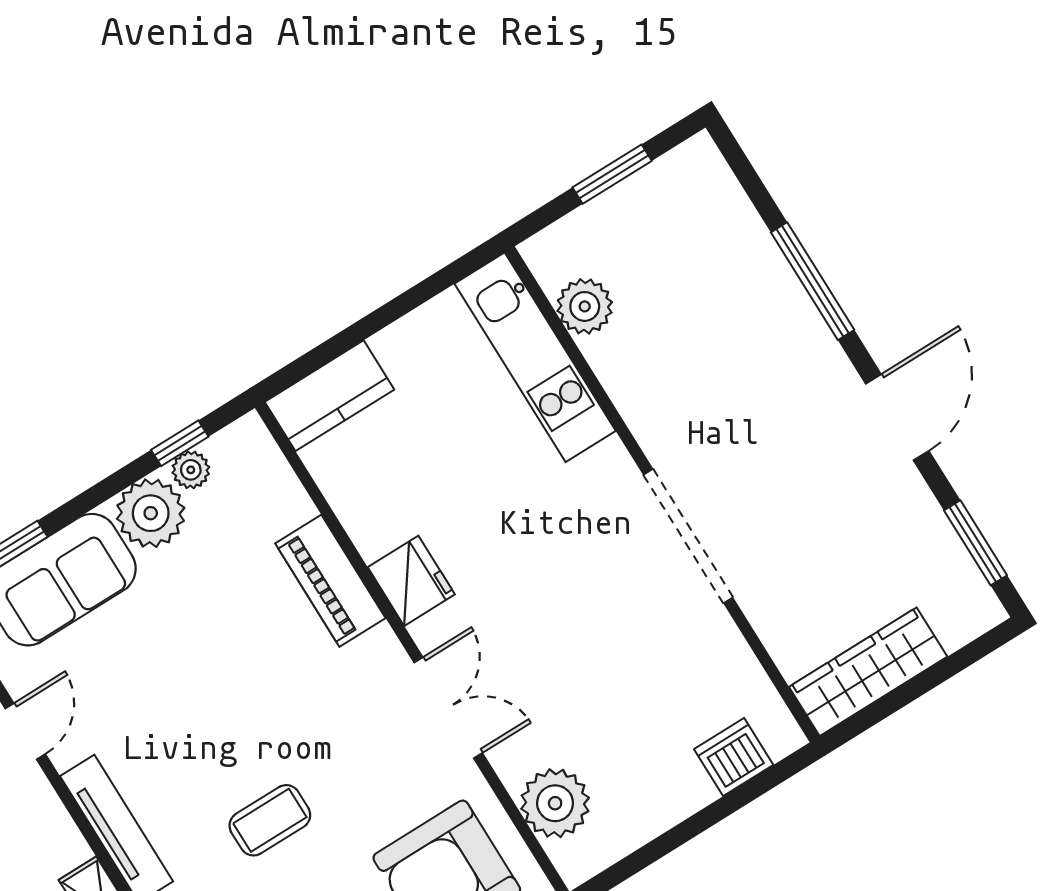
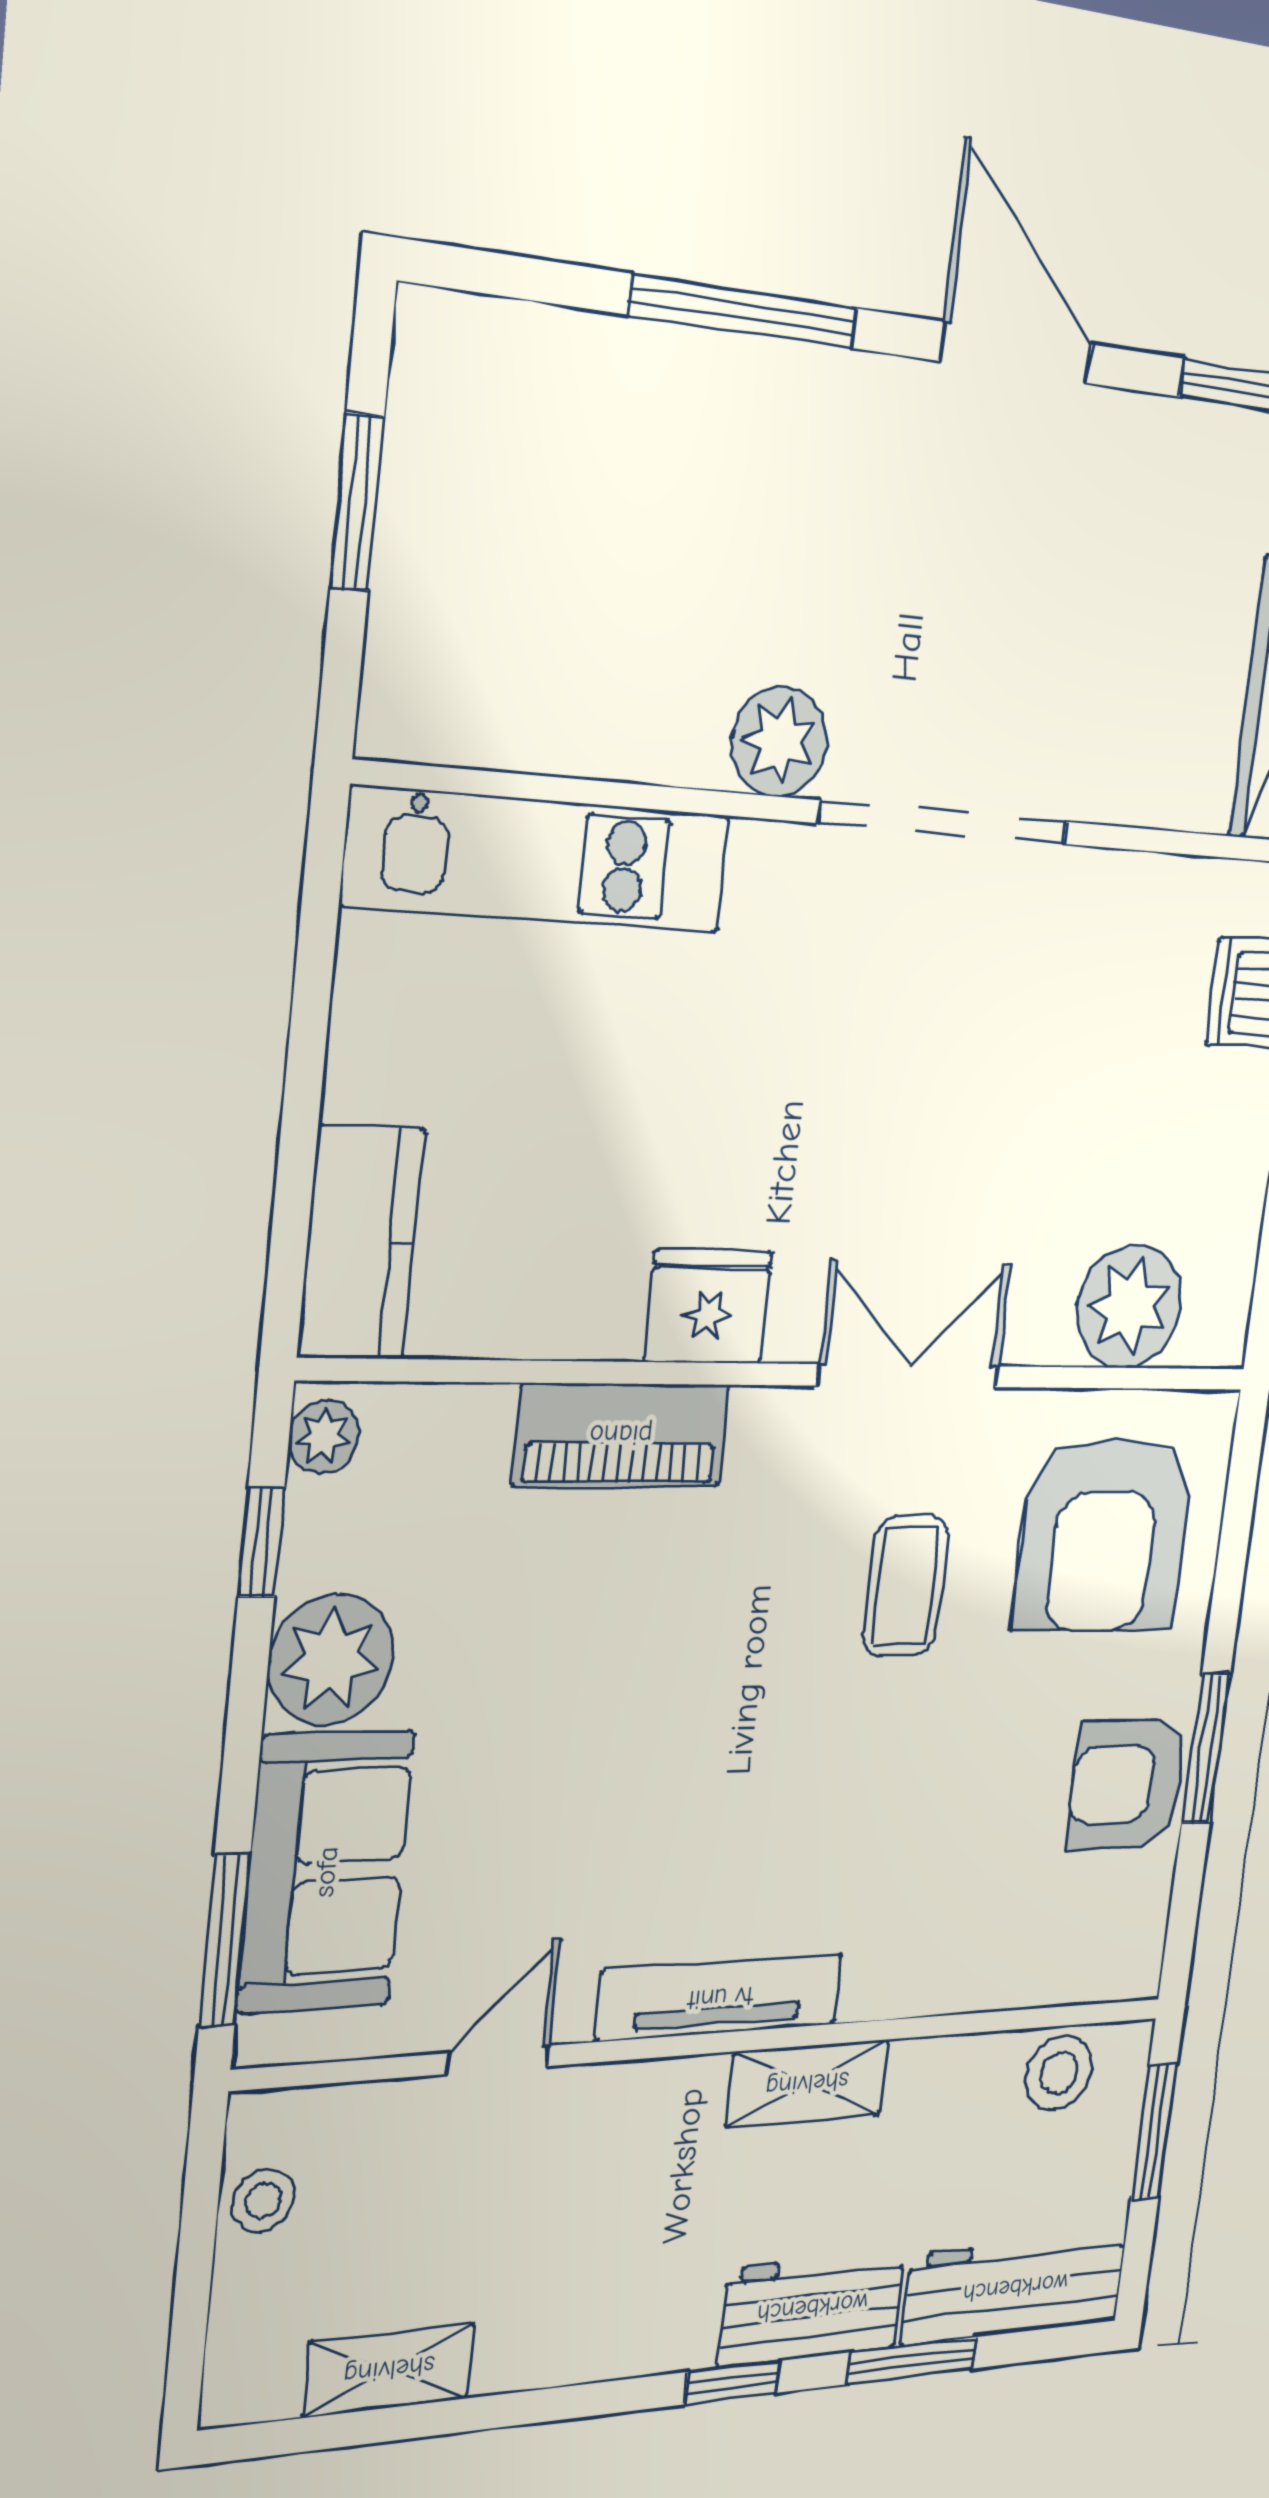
plant: (585, 306) -> (779, 741), moved
plant: (191, 470) -> (324, 1437), moved
door: (25, 731) -> (498, 2060), hinge flipped
coffee table: (270, 820) -> (905, 1586), moved

